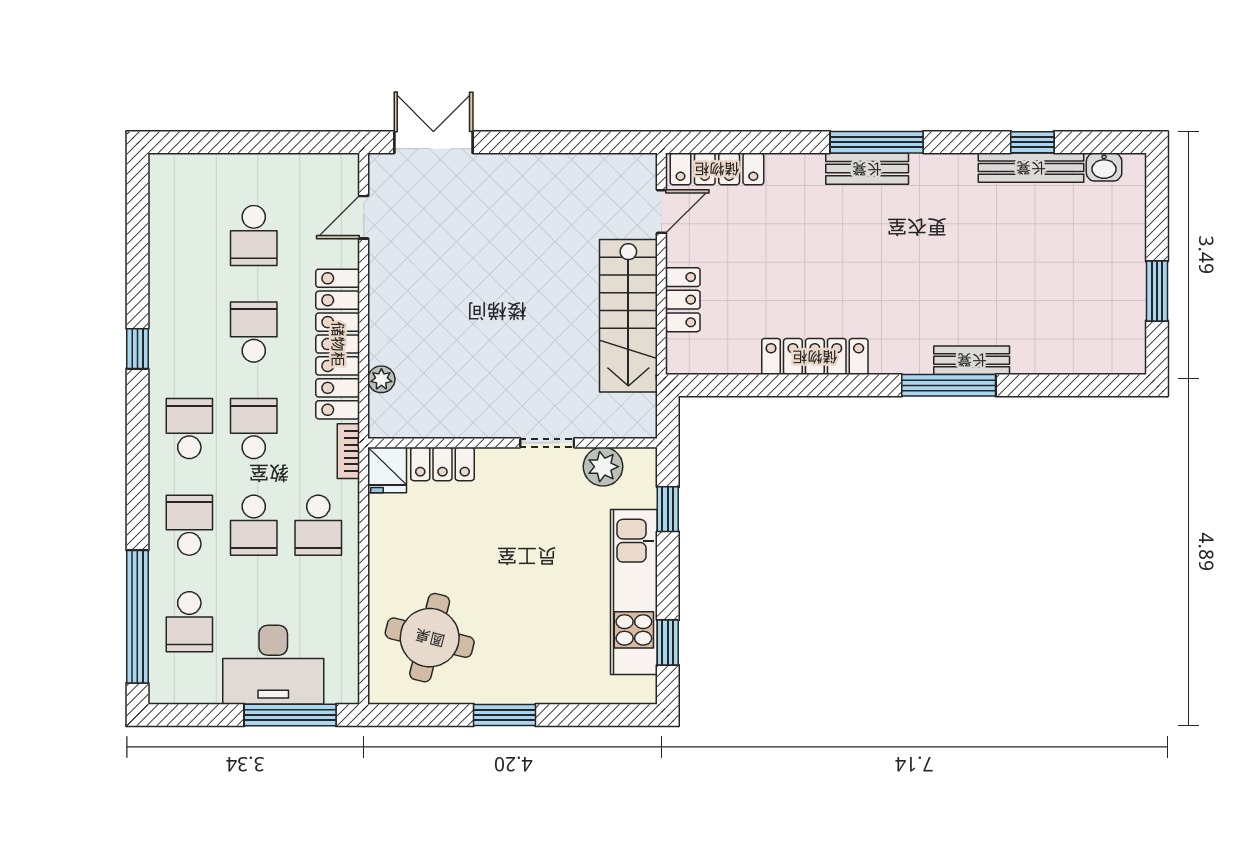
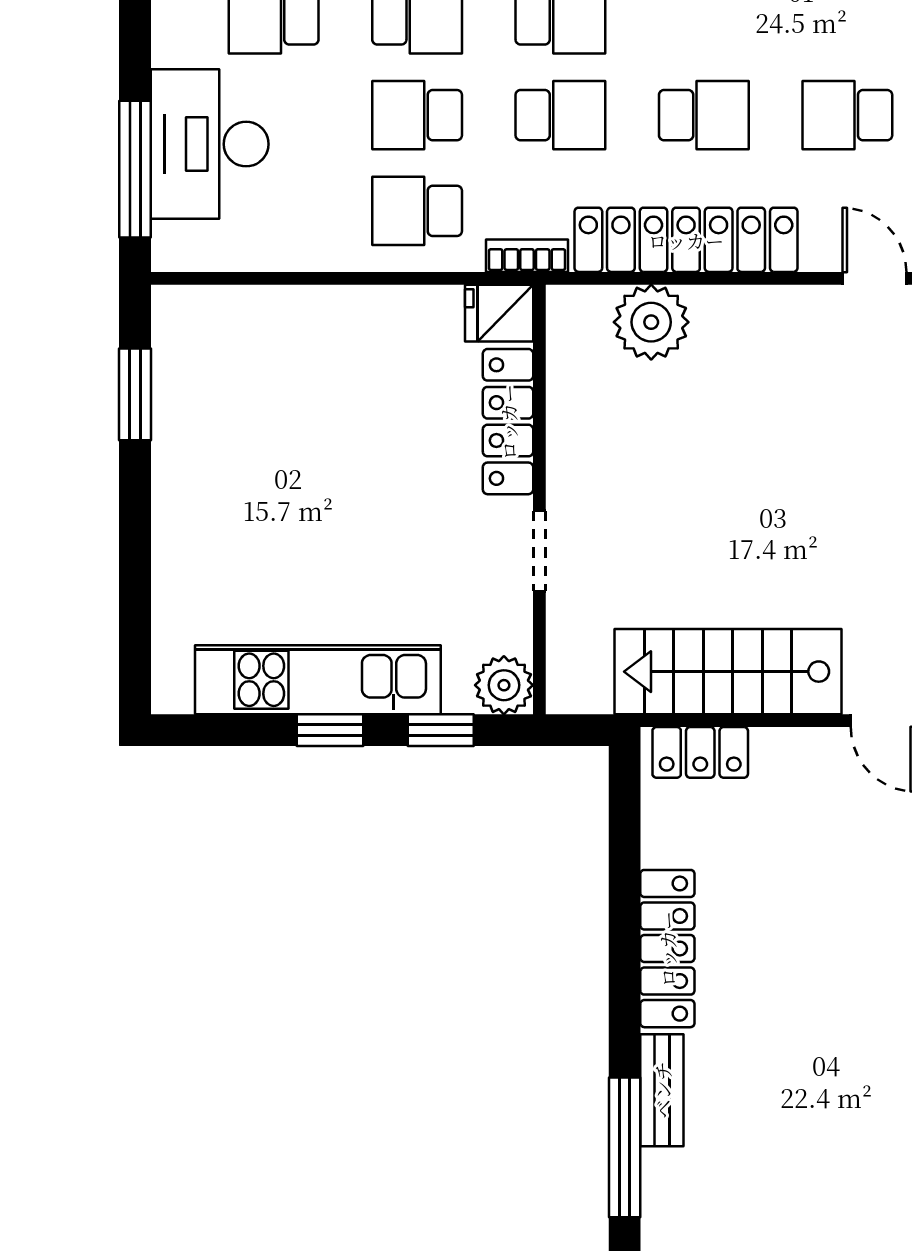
locker: (683, 300) -> (700, 752), moved
bench: (972, 360) -> (662, 1090), moved
plant: (381, 379) -> (651, 322), width x1.88, depth x1.88
locker: (443, 464) -> (508, 422), width x1.53
plant: (603, 467) -> (504, 685), moved
round table: (430, 638) -> (250, 376), removed
window: (668, 643) -> (330, 730), moved
window: (505, 715) -> (135, 394), moved

